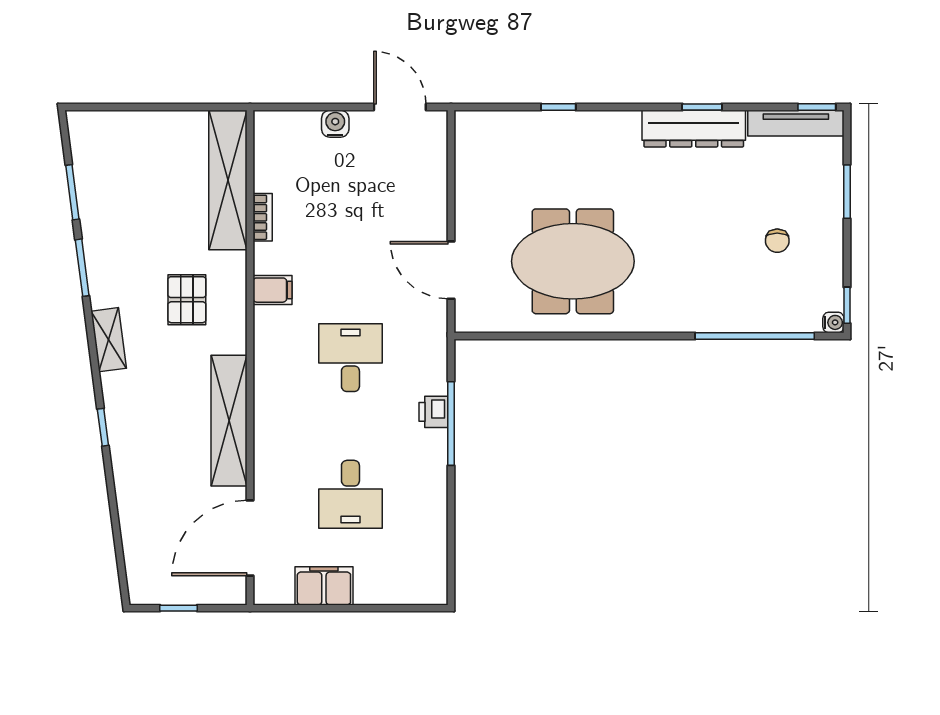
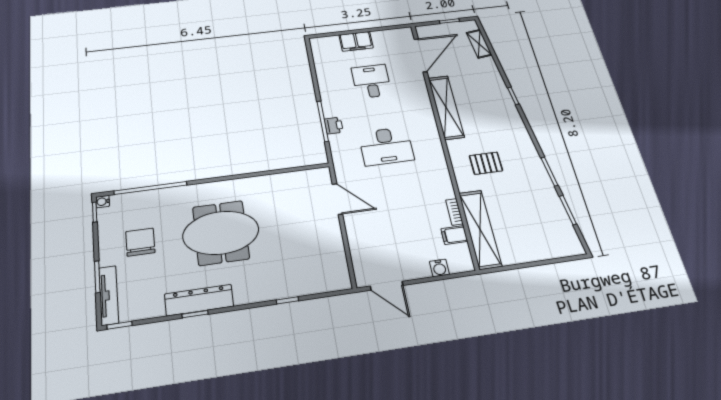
tv unit: (796, 123) -> (109, 295), moved, turned 90
water cooler: (335, 124) -> (439, 268), moved
chair: (777, 241) -> (140, 242), width x1.87, depth x1.87
meeting table: (573, 261) -> (221, 233), moved
filing cabinet: (272, 290) -> (454, 235), moved
pallet: (187, 300) -> (486, 163), turned 90
shelving: (109, 340) -> (479, 44), moved
desk: (350, 358) -> (386, 146), width x1.37
filing cabinet: (324, 586) -> (356, 41), moved

